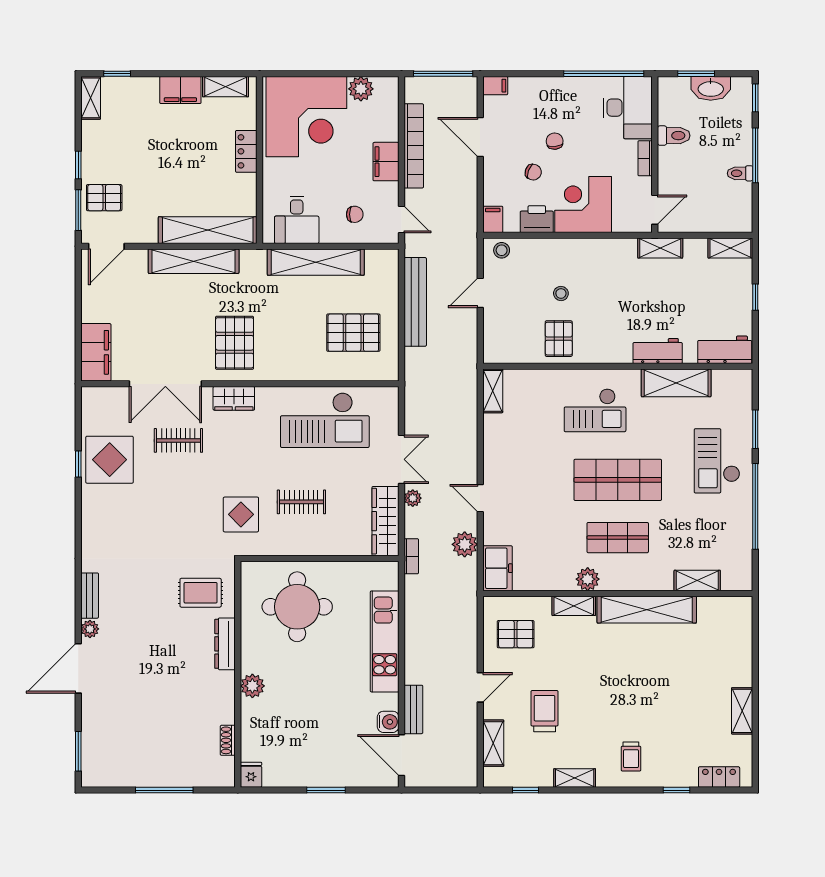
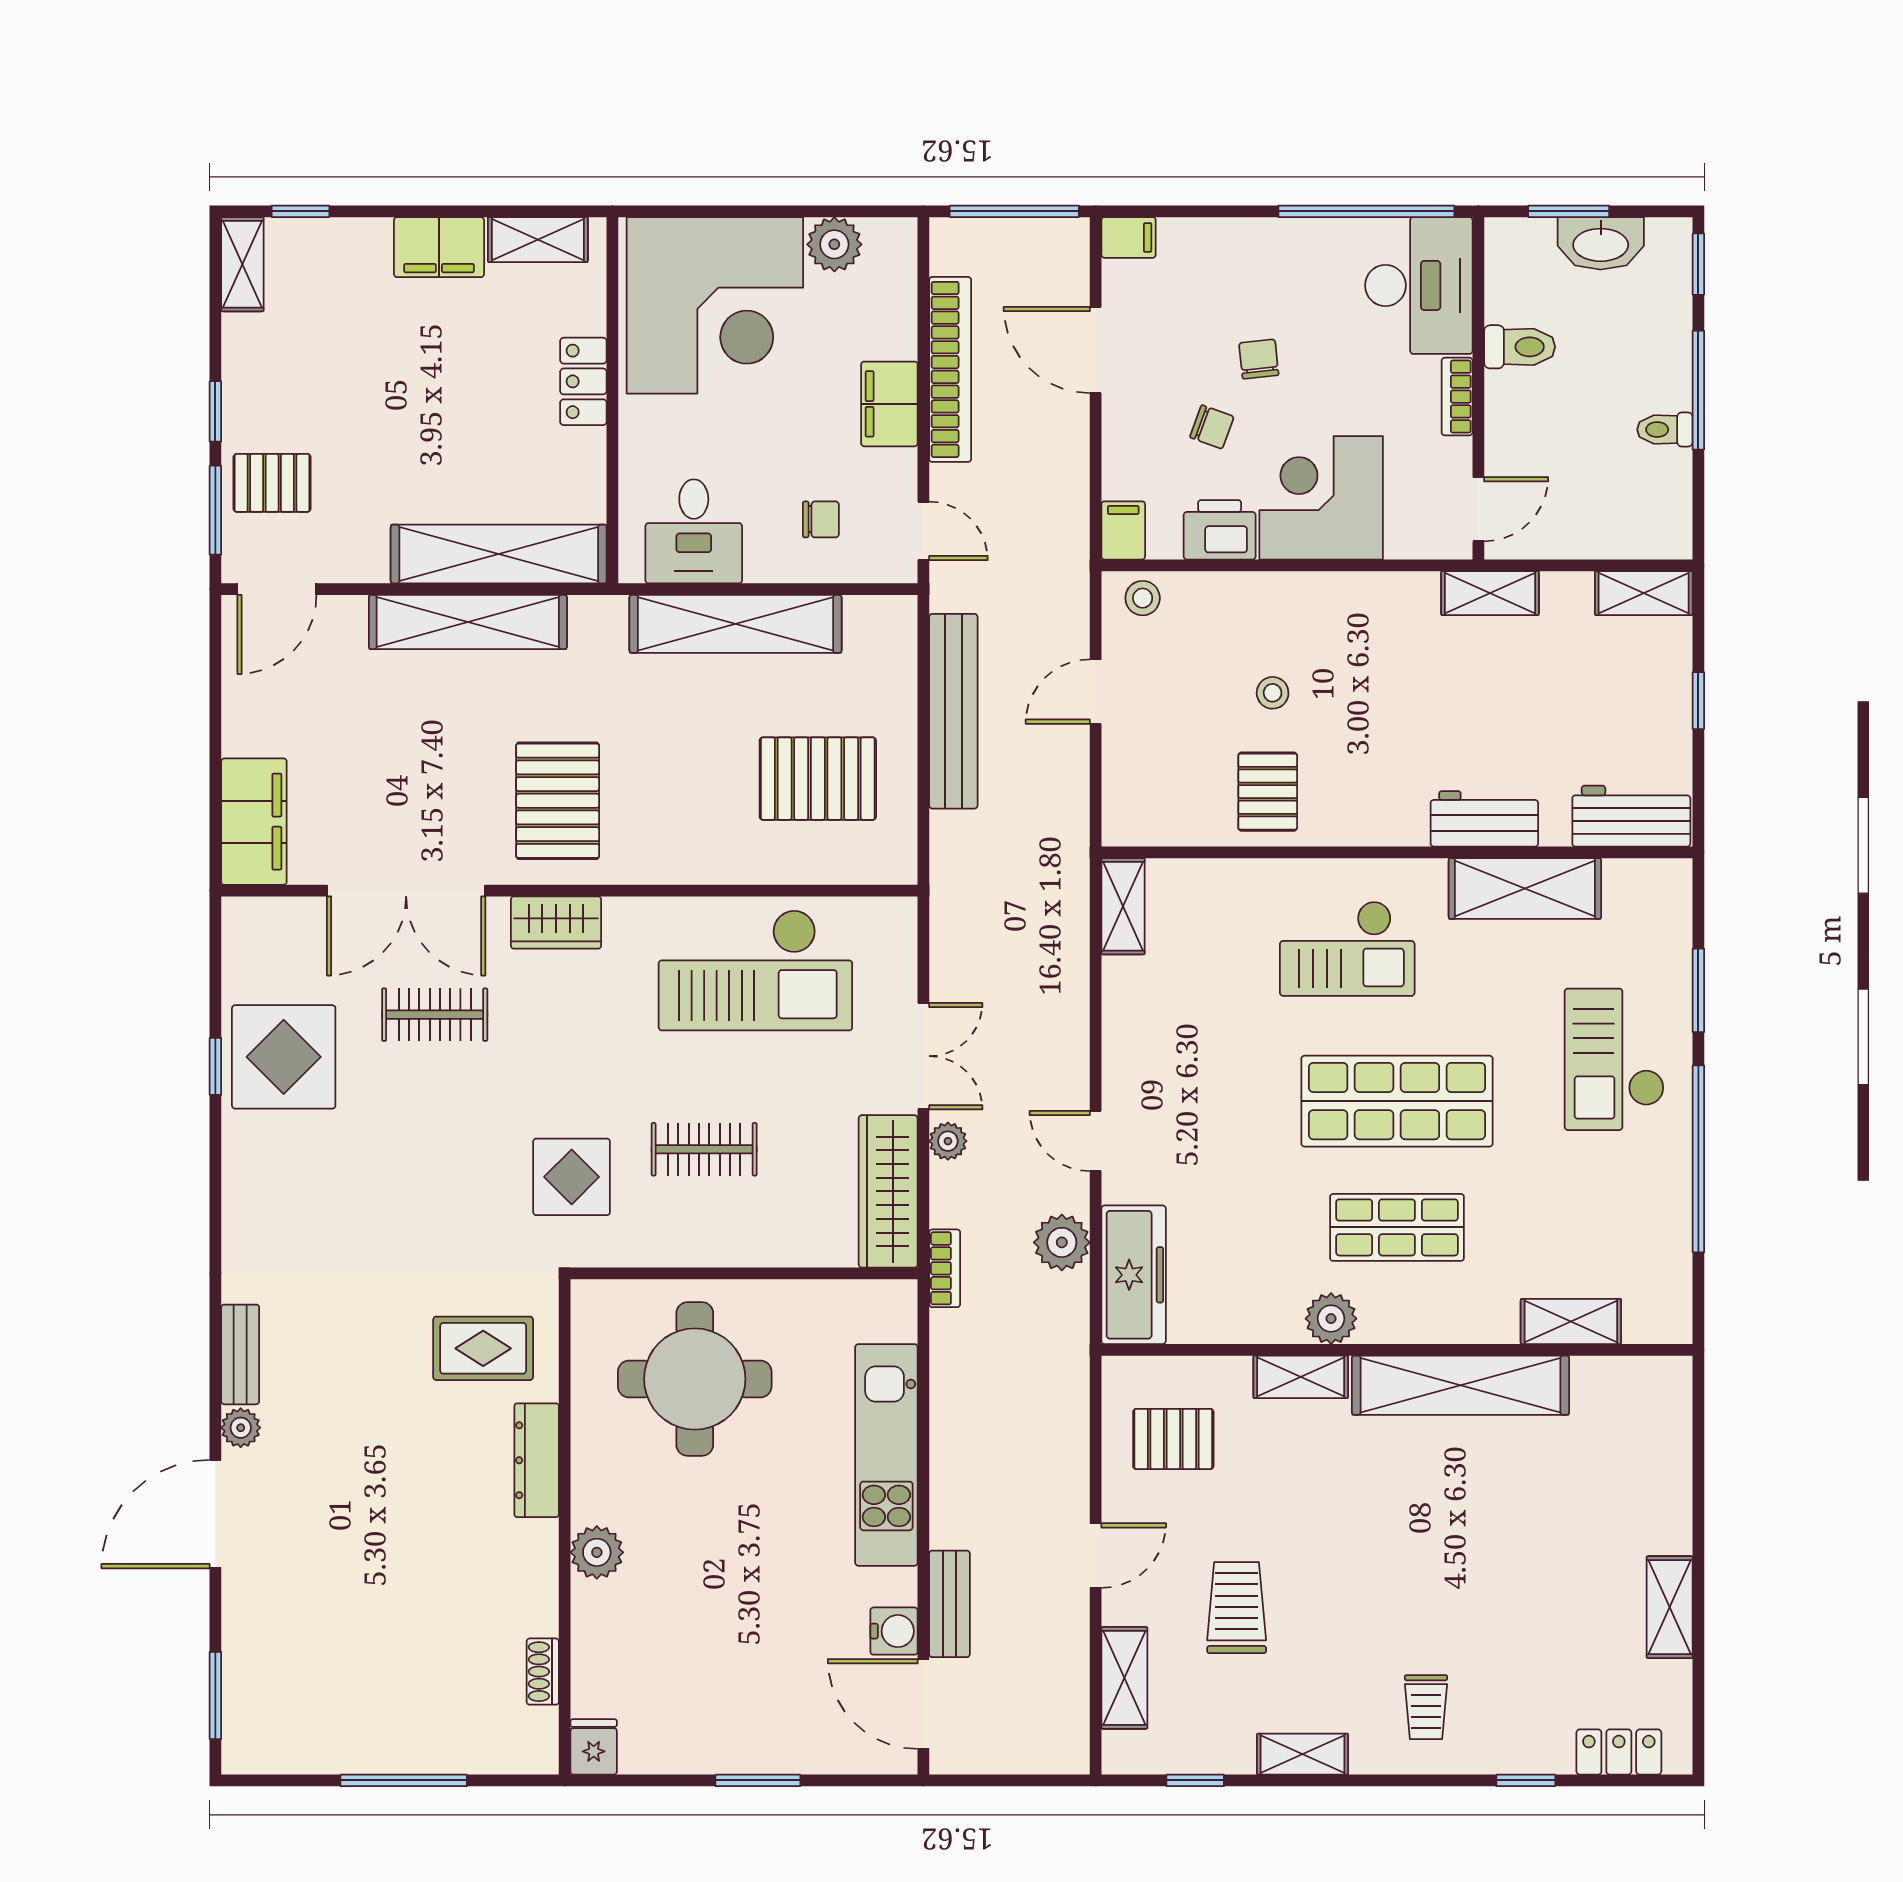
freezer: (497, 568) -> (1134, 1275), width x1.40

